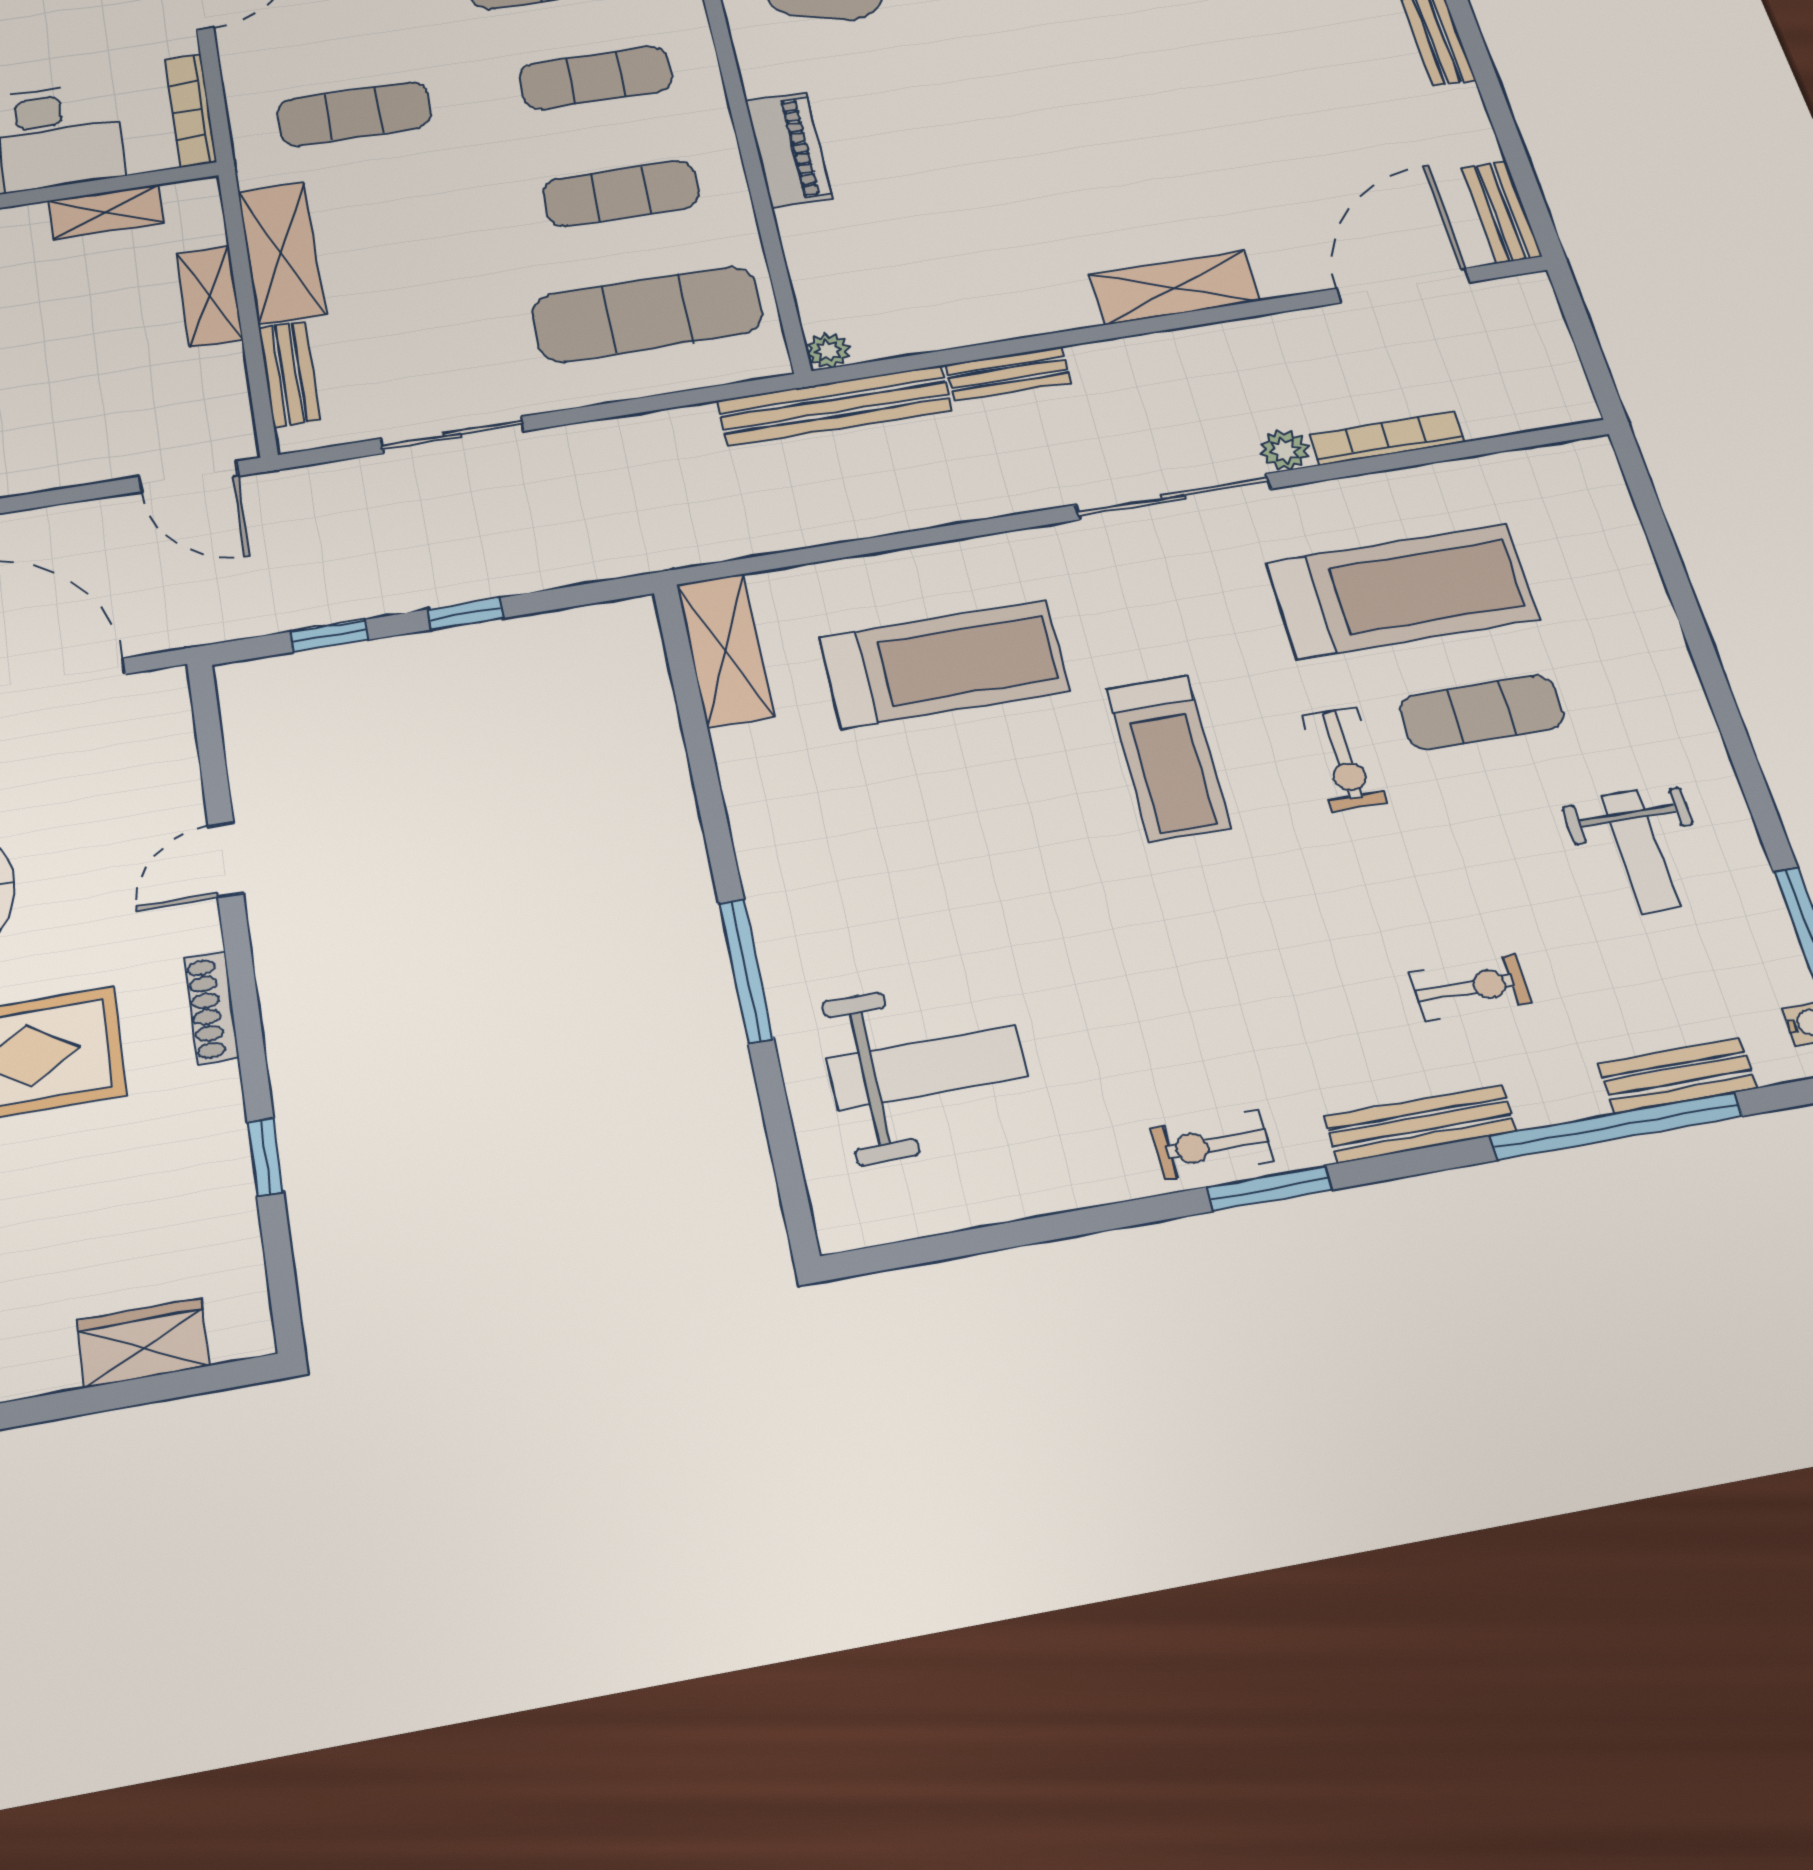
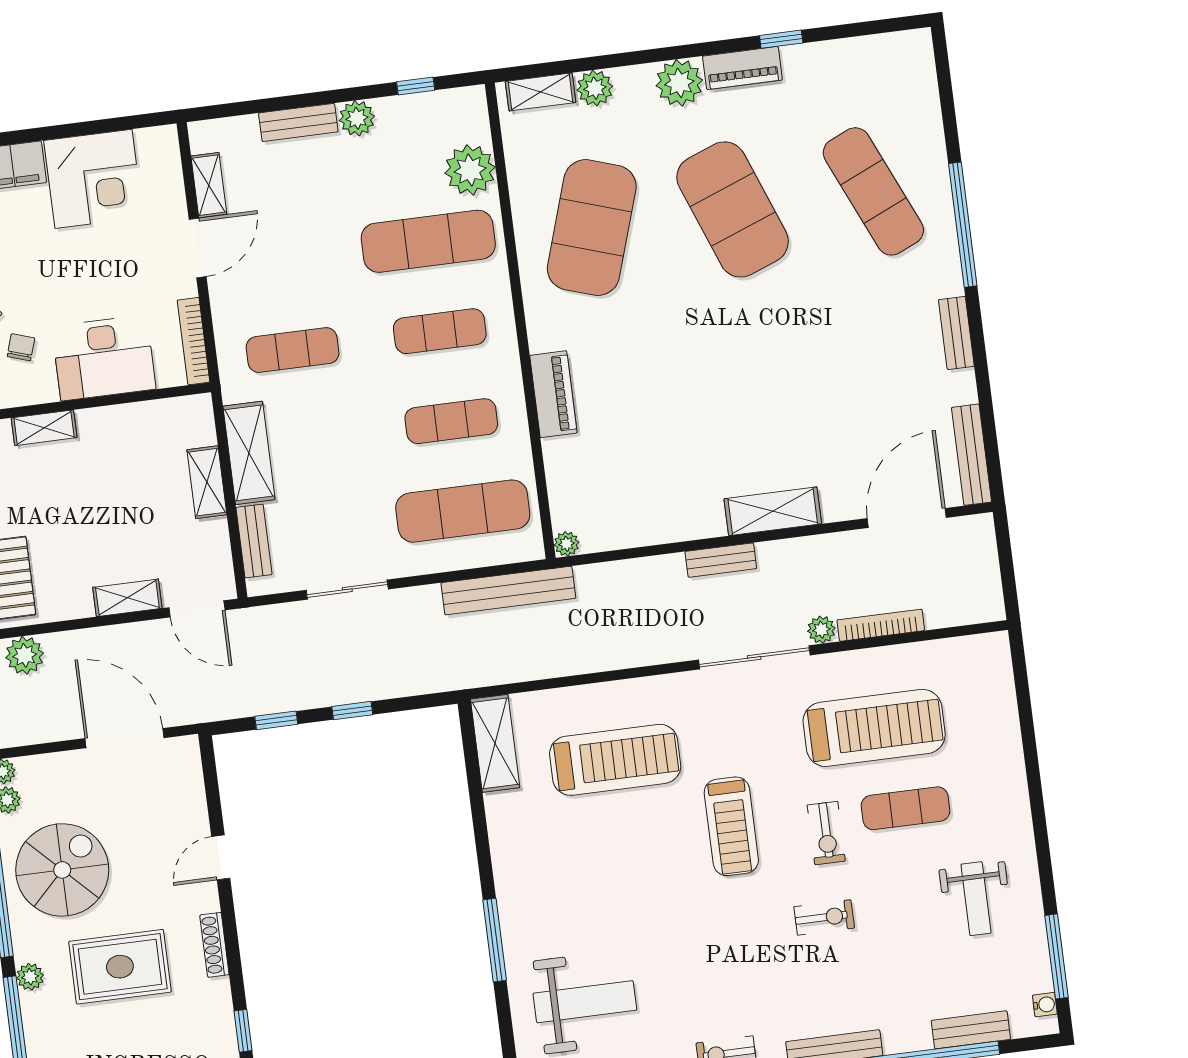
shelving: (106, 212) -> (127, 598), moved
bench: (1502, 212) -> (972, 455), width x1.36
bench: (1008, 374) -> (721, 560), moved
bench: (835, 406) -> (508, 591), moved
exercise bike: (1470, 988) -> (824, 917), moved

